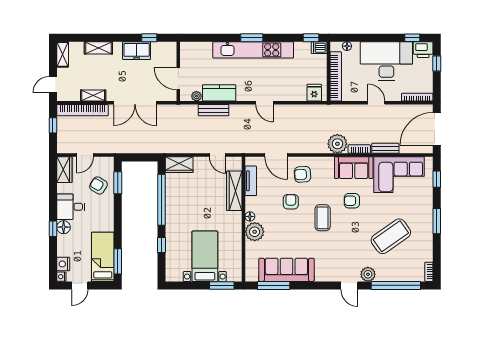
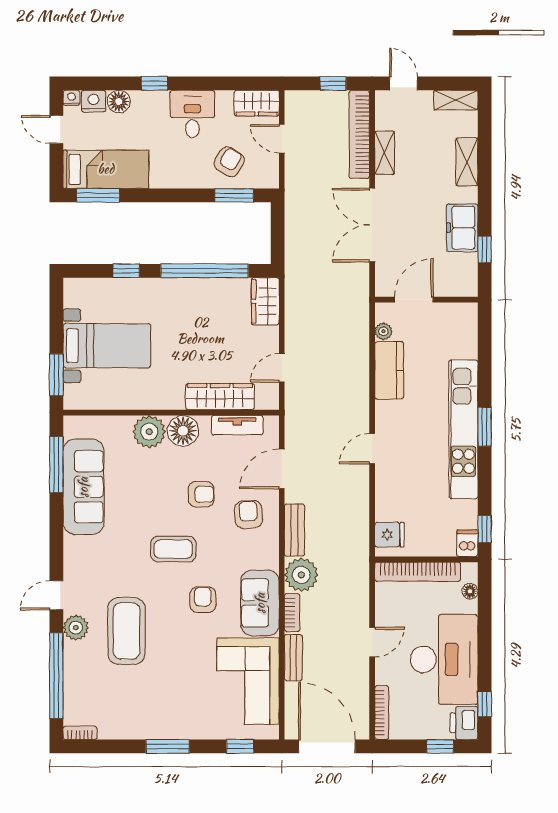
bench: (214, 110) -> (294, 530), moved
floor lamp: (250, 216) -> (183, 431), width x1.89, depth x1.89
floor lamp: (64, 227) -> (119, 102), moved
coffee table: (391, 236) -> (126, 631), moved, turned 35

